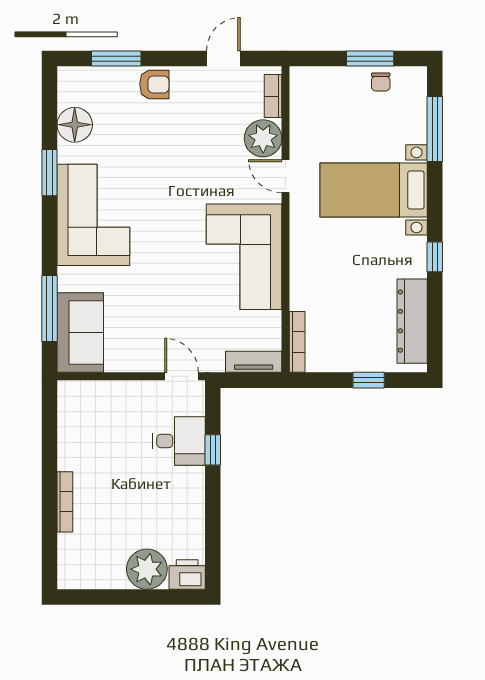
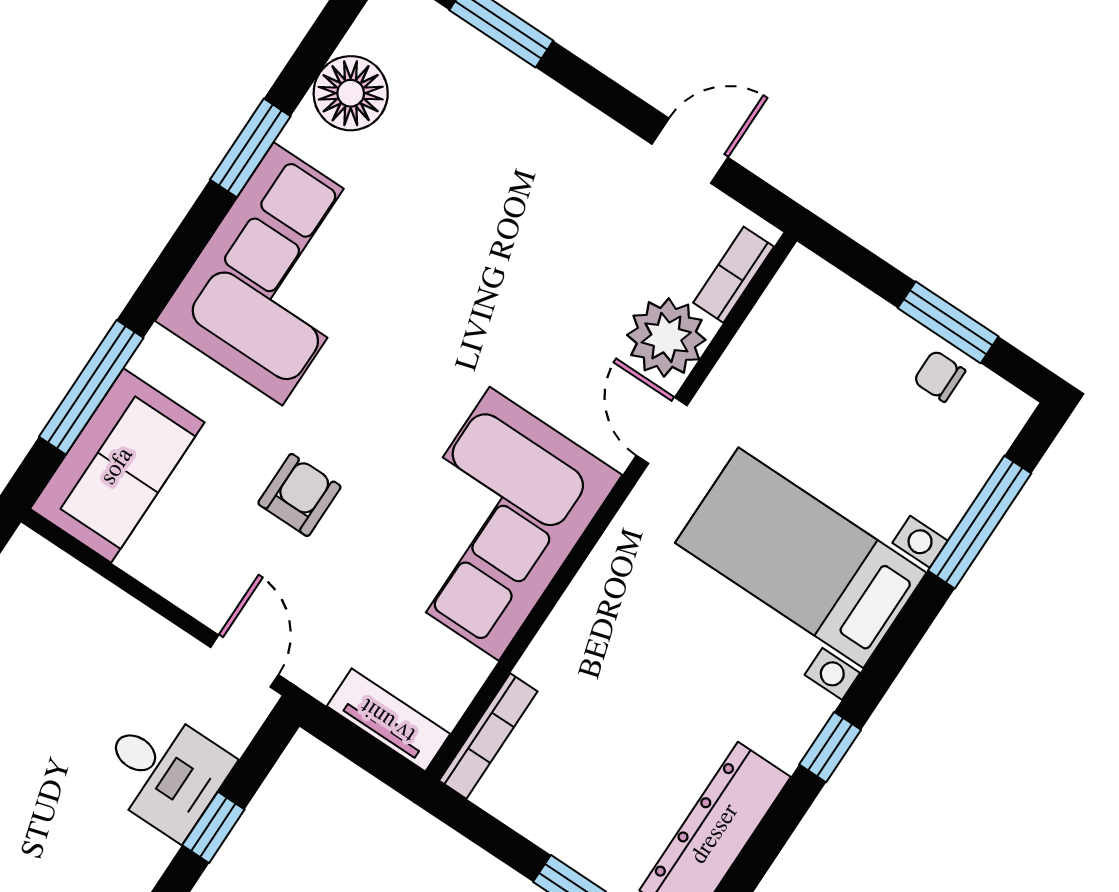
chair: (381, 82) -> (939, 376), turned 90
armchair: (154, 84) -> (299, 495), moved, turned -90

